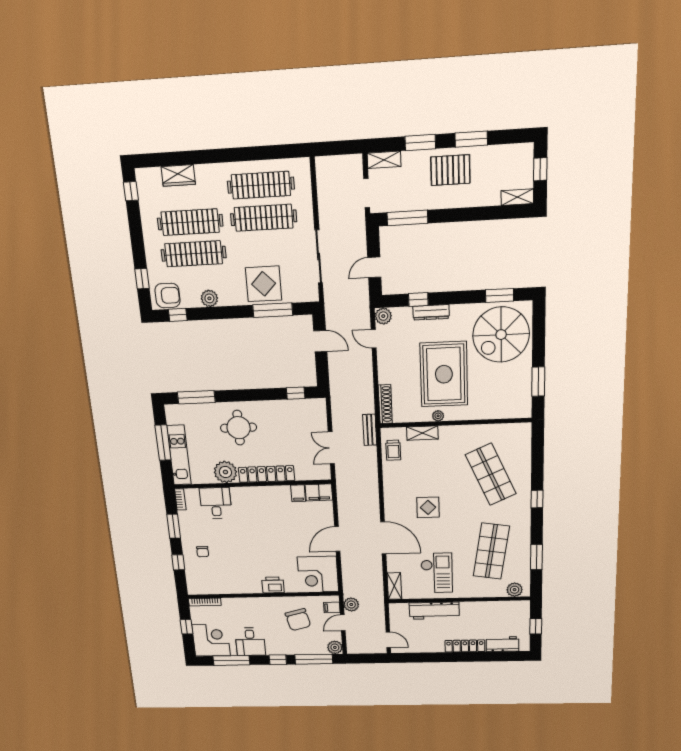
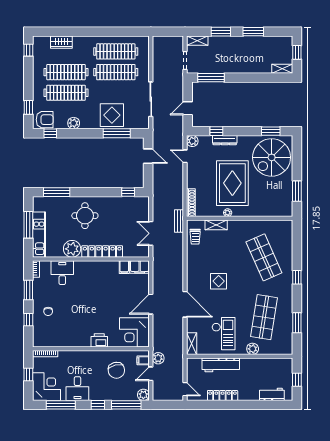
pallet: (450, 170) -> (240, 50), removed
plant: (515, 590) -> (253, 349), moved
locker: (465, 646) -> (223, 395), moved

